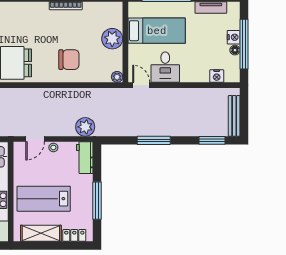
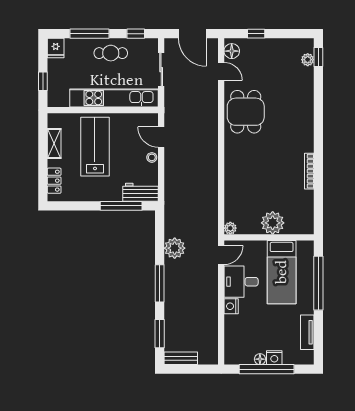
chair: (69, 60) -> (250, 175), removed
nightstand: (217, 76) -> (231, 306), moved
bench: (234, 116) -> (181, 358), width x0.73
plant: (85, 127) -> (175, 248), moved
window: (154, 140) -> (160, 283), moved
window: (97, 201) -> (121, 206), moved
shelving: (41, 233) -> (54, 144), width x0.67, depth x0.75

